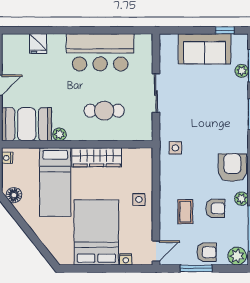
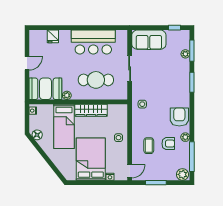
sofa: (205, 49) -> (149, 40), moved
cafe table: (104, 111) -> (96, 80), width x1.37, depth x1.35
armchair: (206, 252) -> (162, 172), removed

